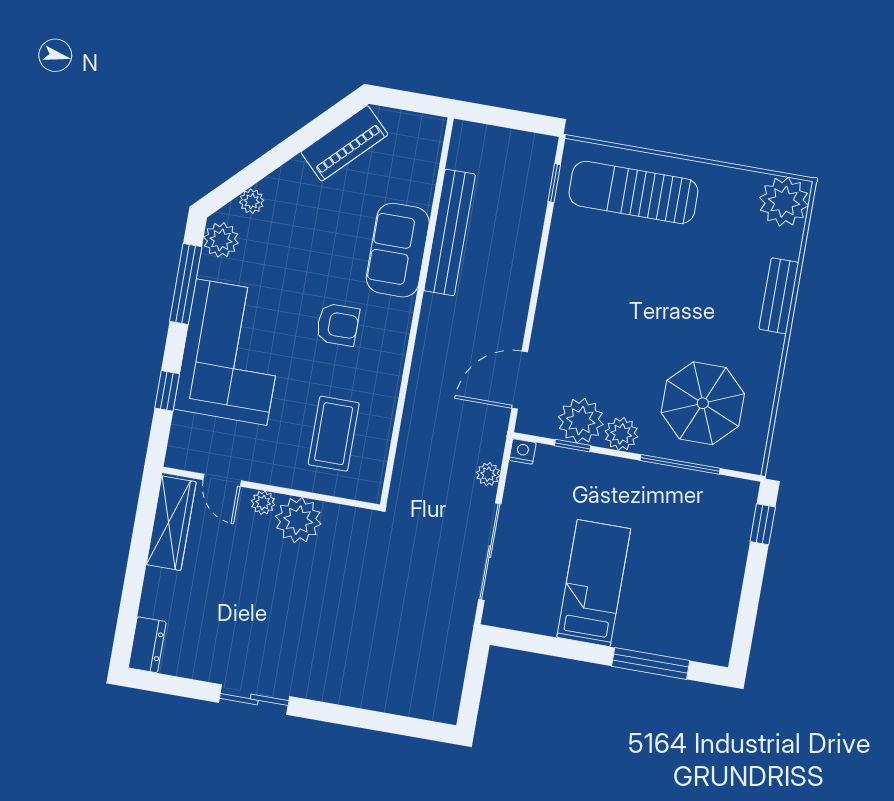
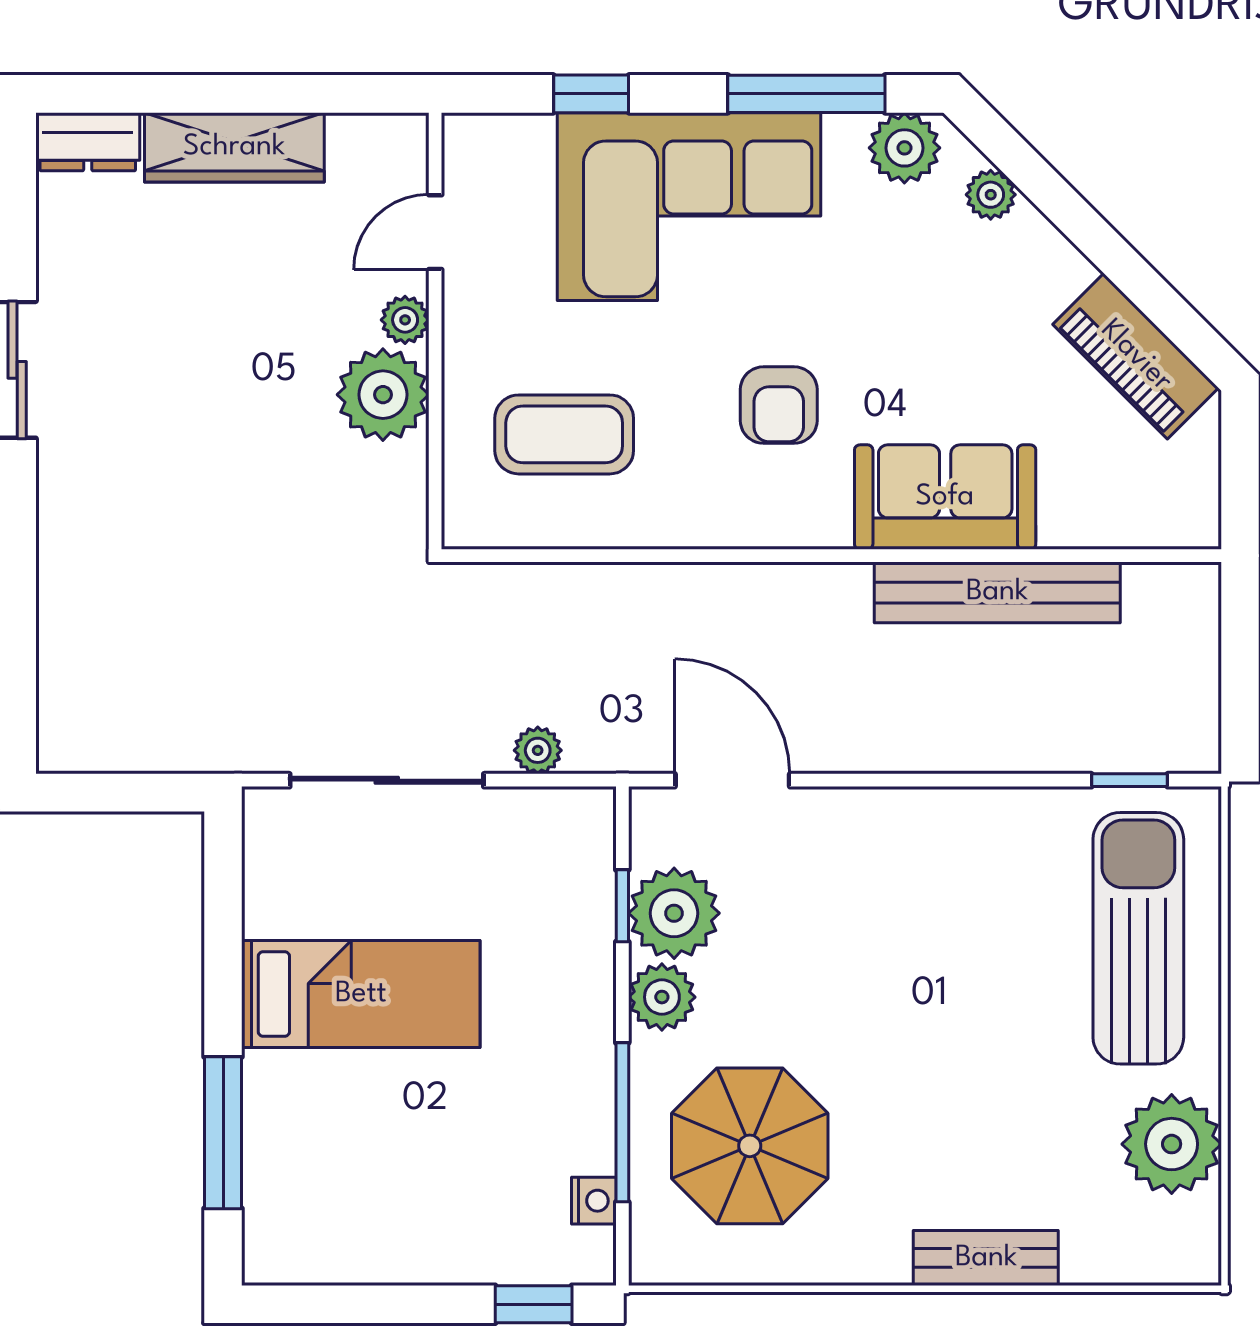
plant: (784, 202) -> (1172, 1144), moved
nightstand: (523, 451) -> (594, 1201), moved
wardrobe: (171, 523) -> (234, 147), moved

